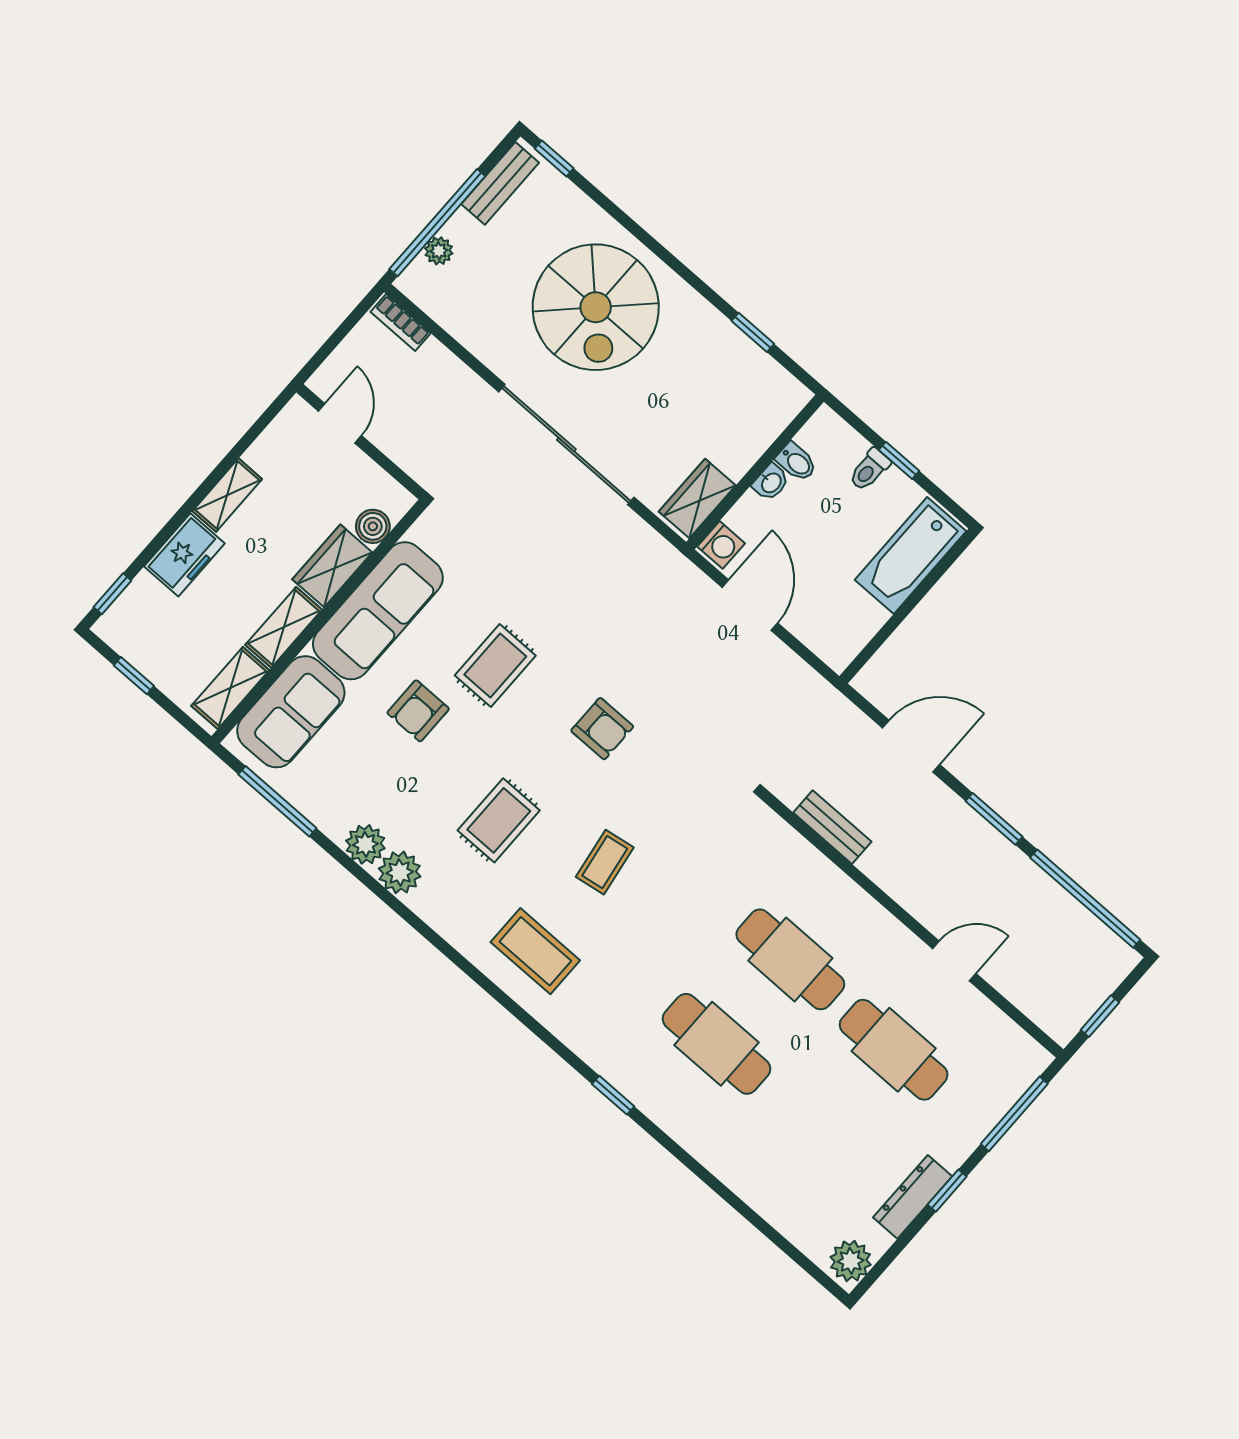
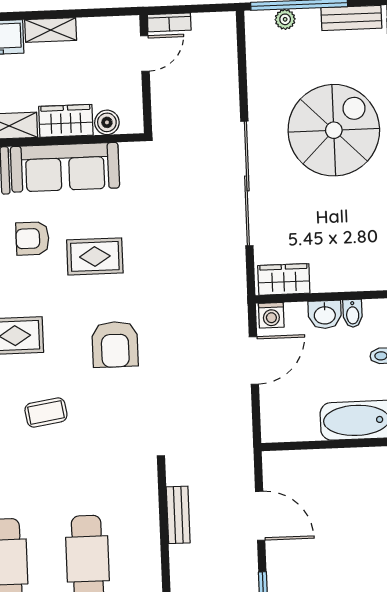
spiral stairs: (596, 307) -> (334, 130), turned 180
bookcase: (401, 323) -> (169, 22), moved, turned -90
washbasin: (771, 482) -> (325, 315), width x1.38, depth x1.45
armchair: (602, 729) -> (115, 344), width x1.38, depth x1.38

